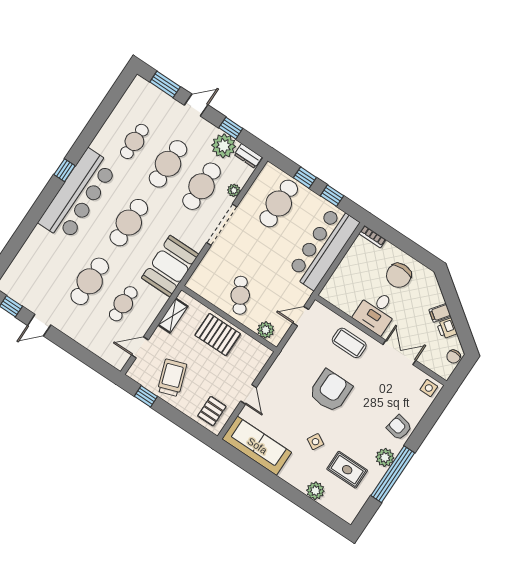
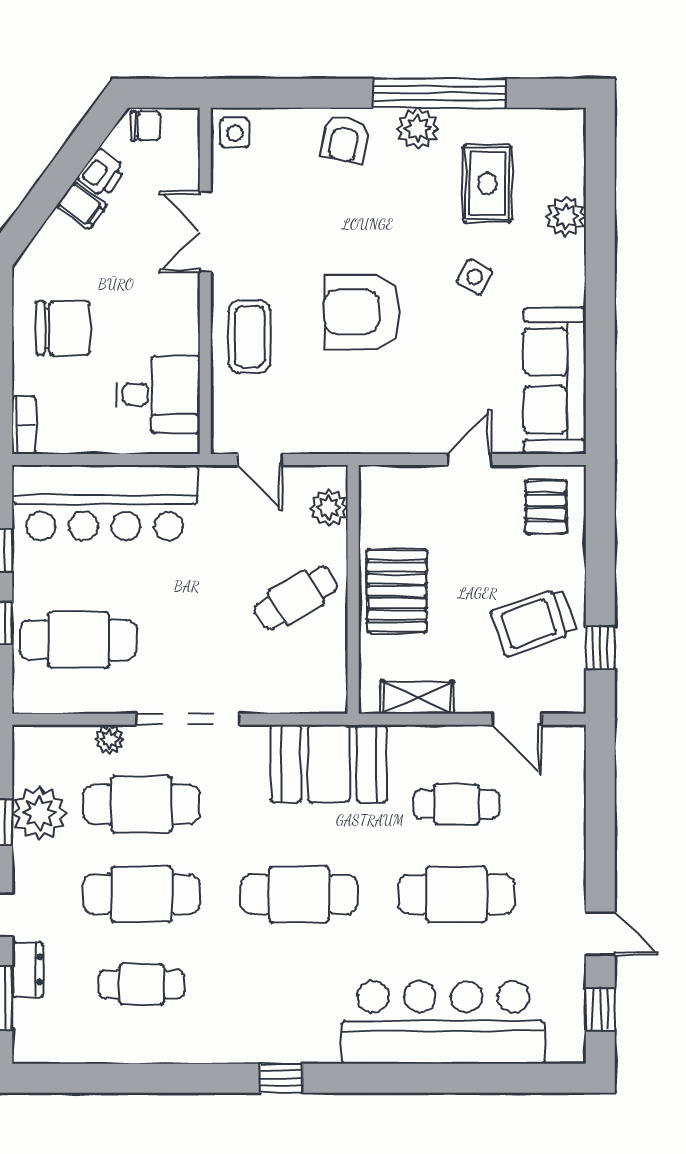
dresser: (248, 156) -> (28, 970), moved
bar counter: (78, 195) -> (443, 1022), moved
desk: (376, 312) -> (158, 394), moved
pallet: (212, 411) -> (546, 507), turned 90

